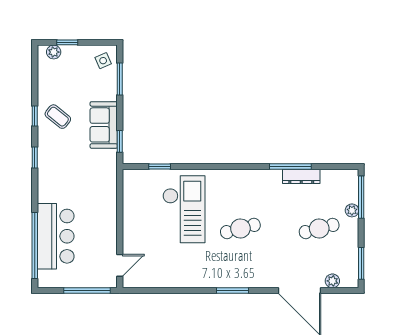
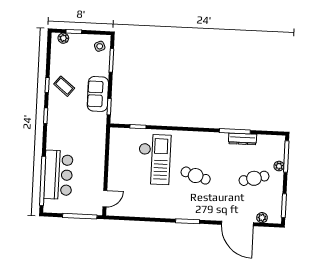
cafe table: (240, 229) -> (196, 176), turned 33

